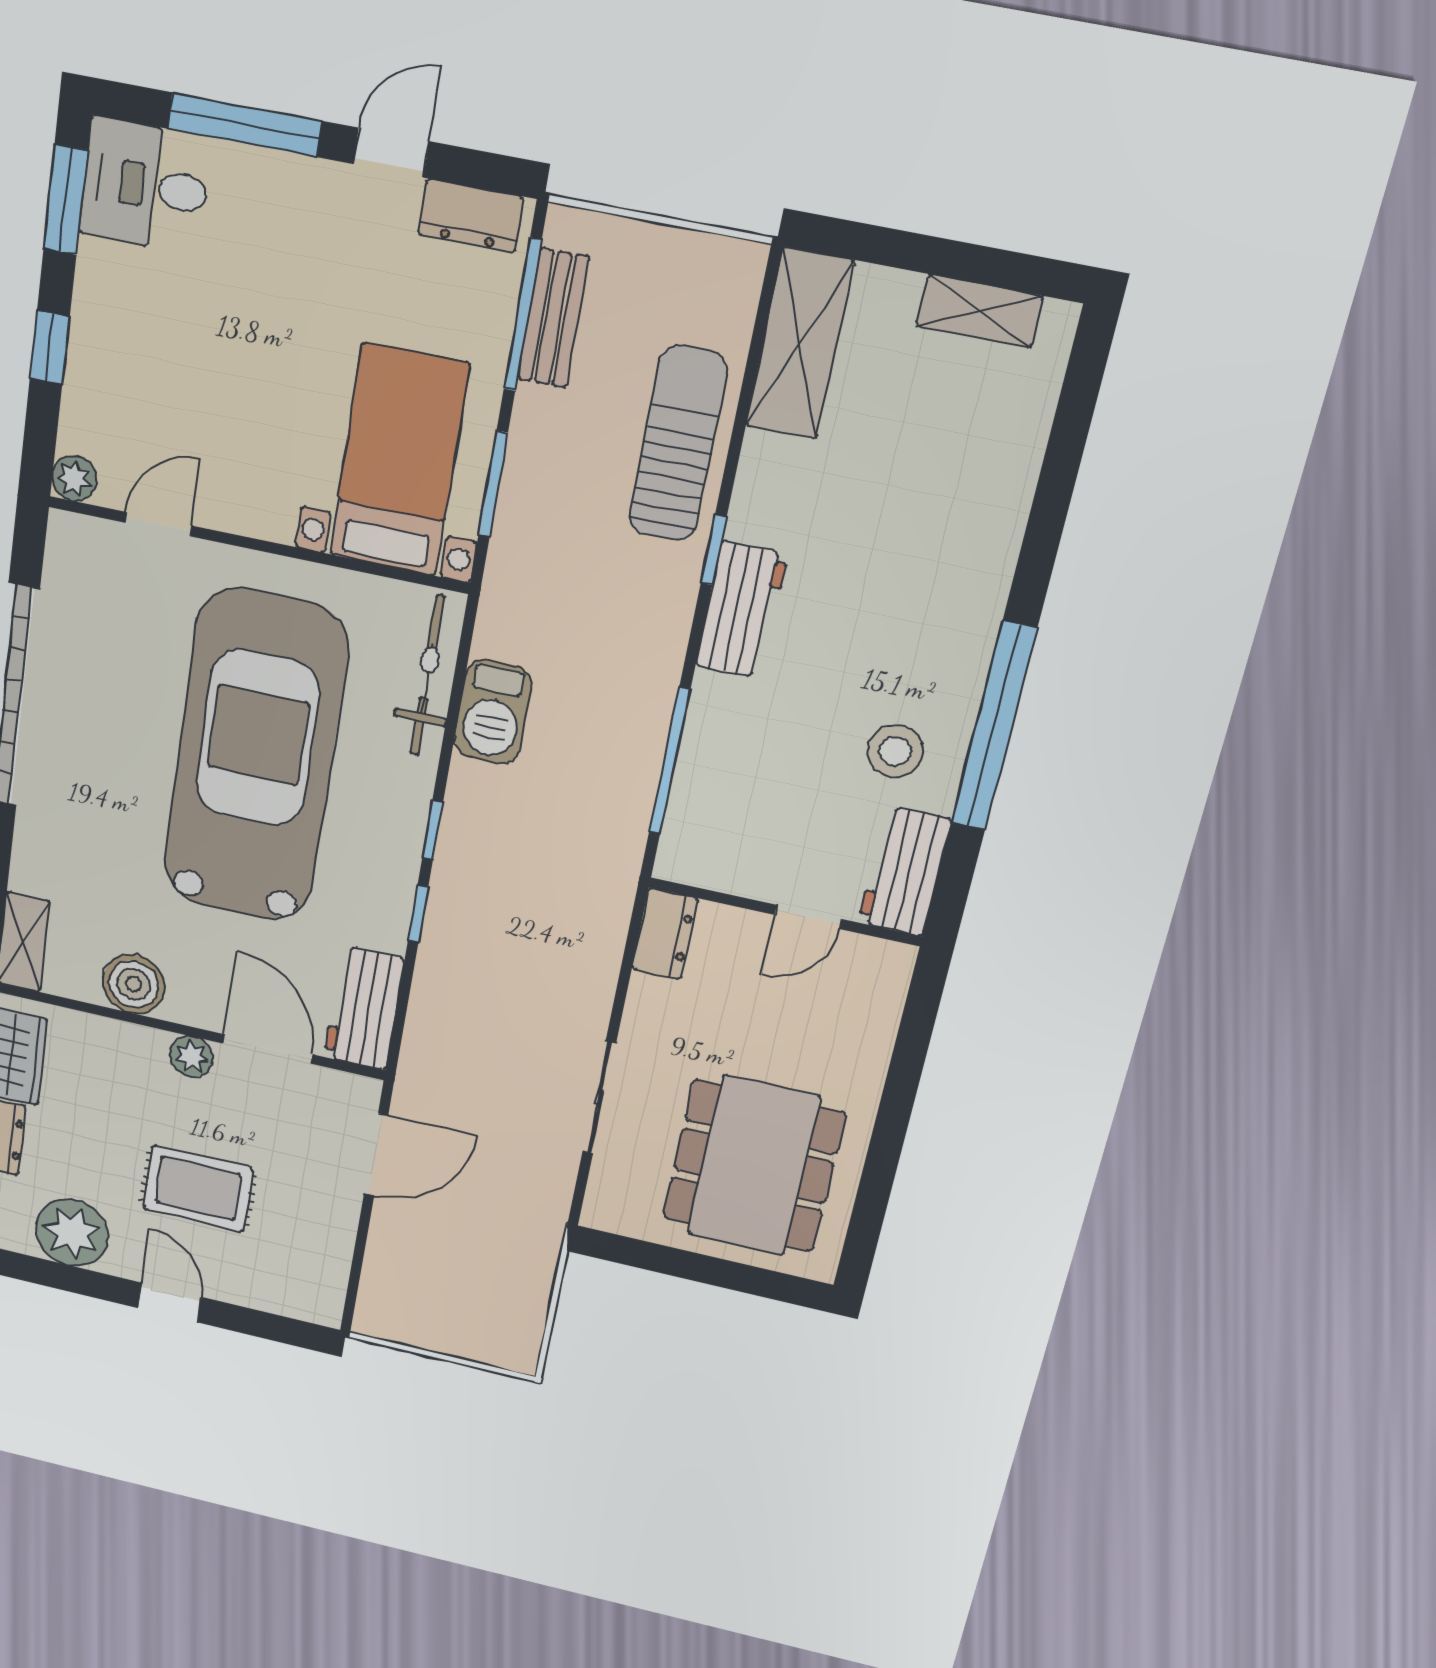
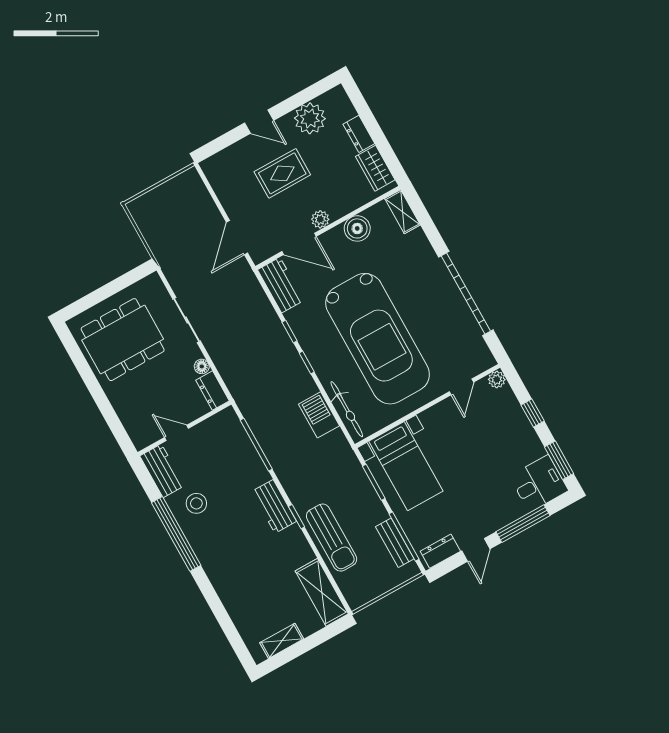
door: (808, 917) -> (177, 433), hinge flipped
floor lamp: (646, 994) -> (202, 366), added
dining table: (754, 1166) -> (123, 340), turned 90

